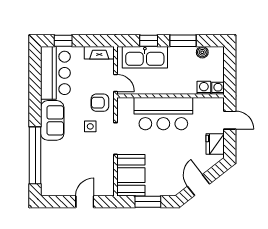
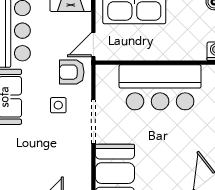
door: (116, 83) -> (93, 45), swing flipped

